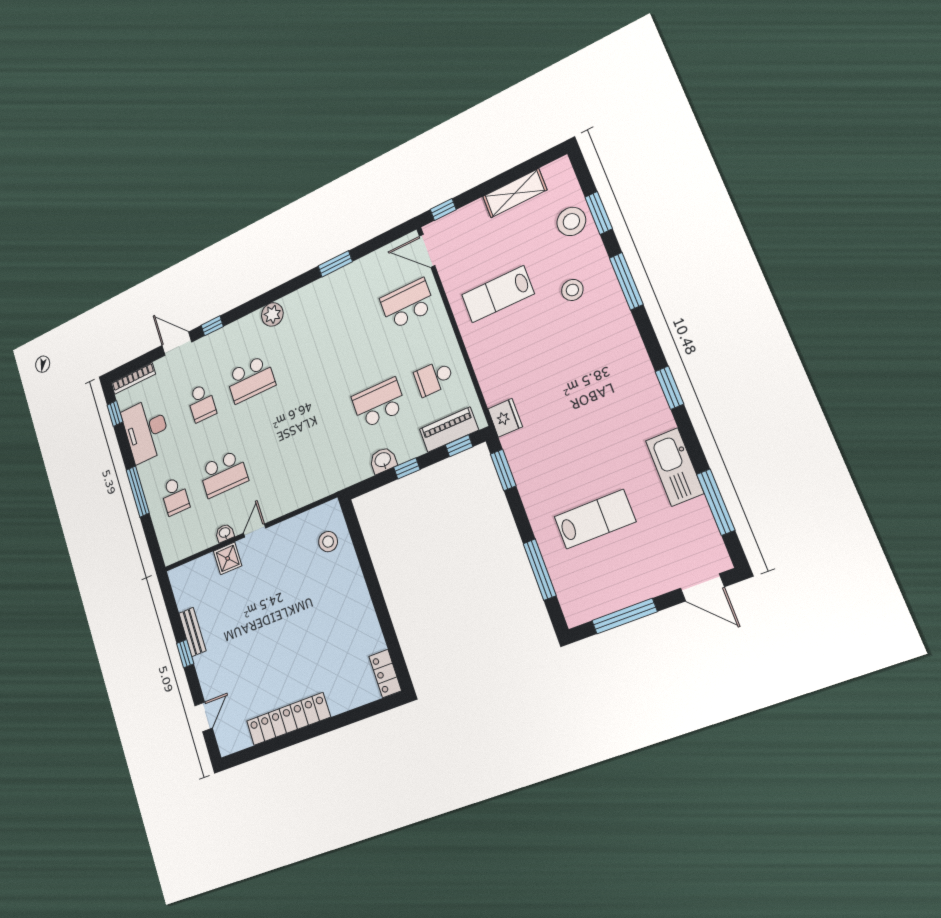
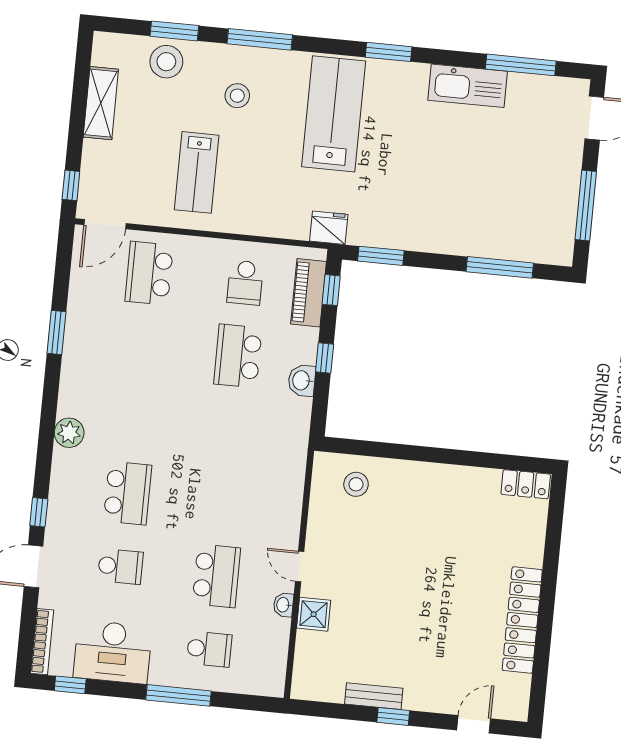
lab bench: (595, 519) -> (334, 114), moved, width x1.36, depth x1.39
door: (204, 717) -> (474, 724), hinge flipped

